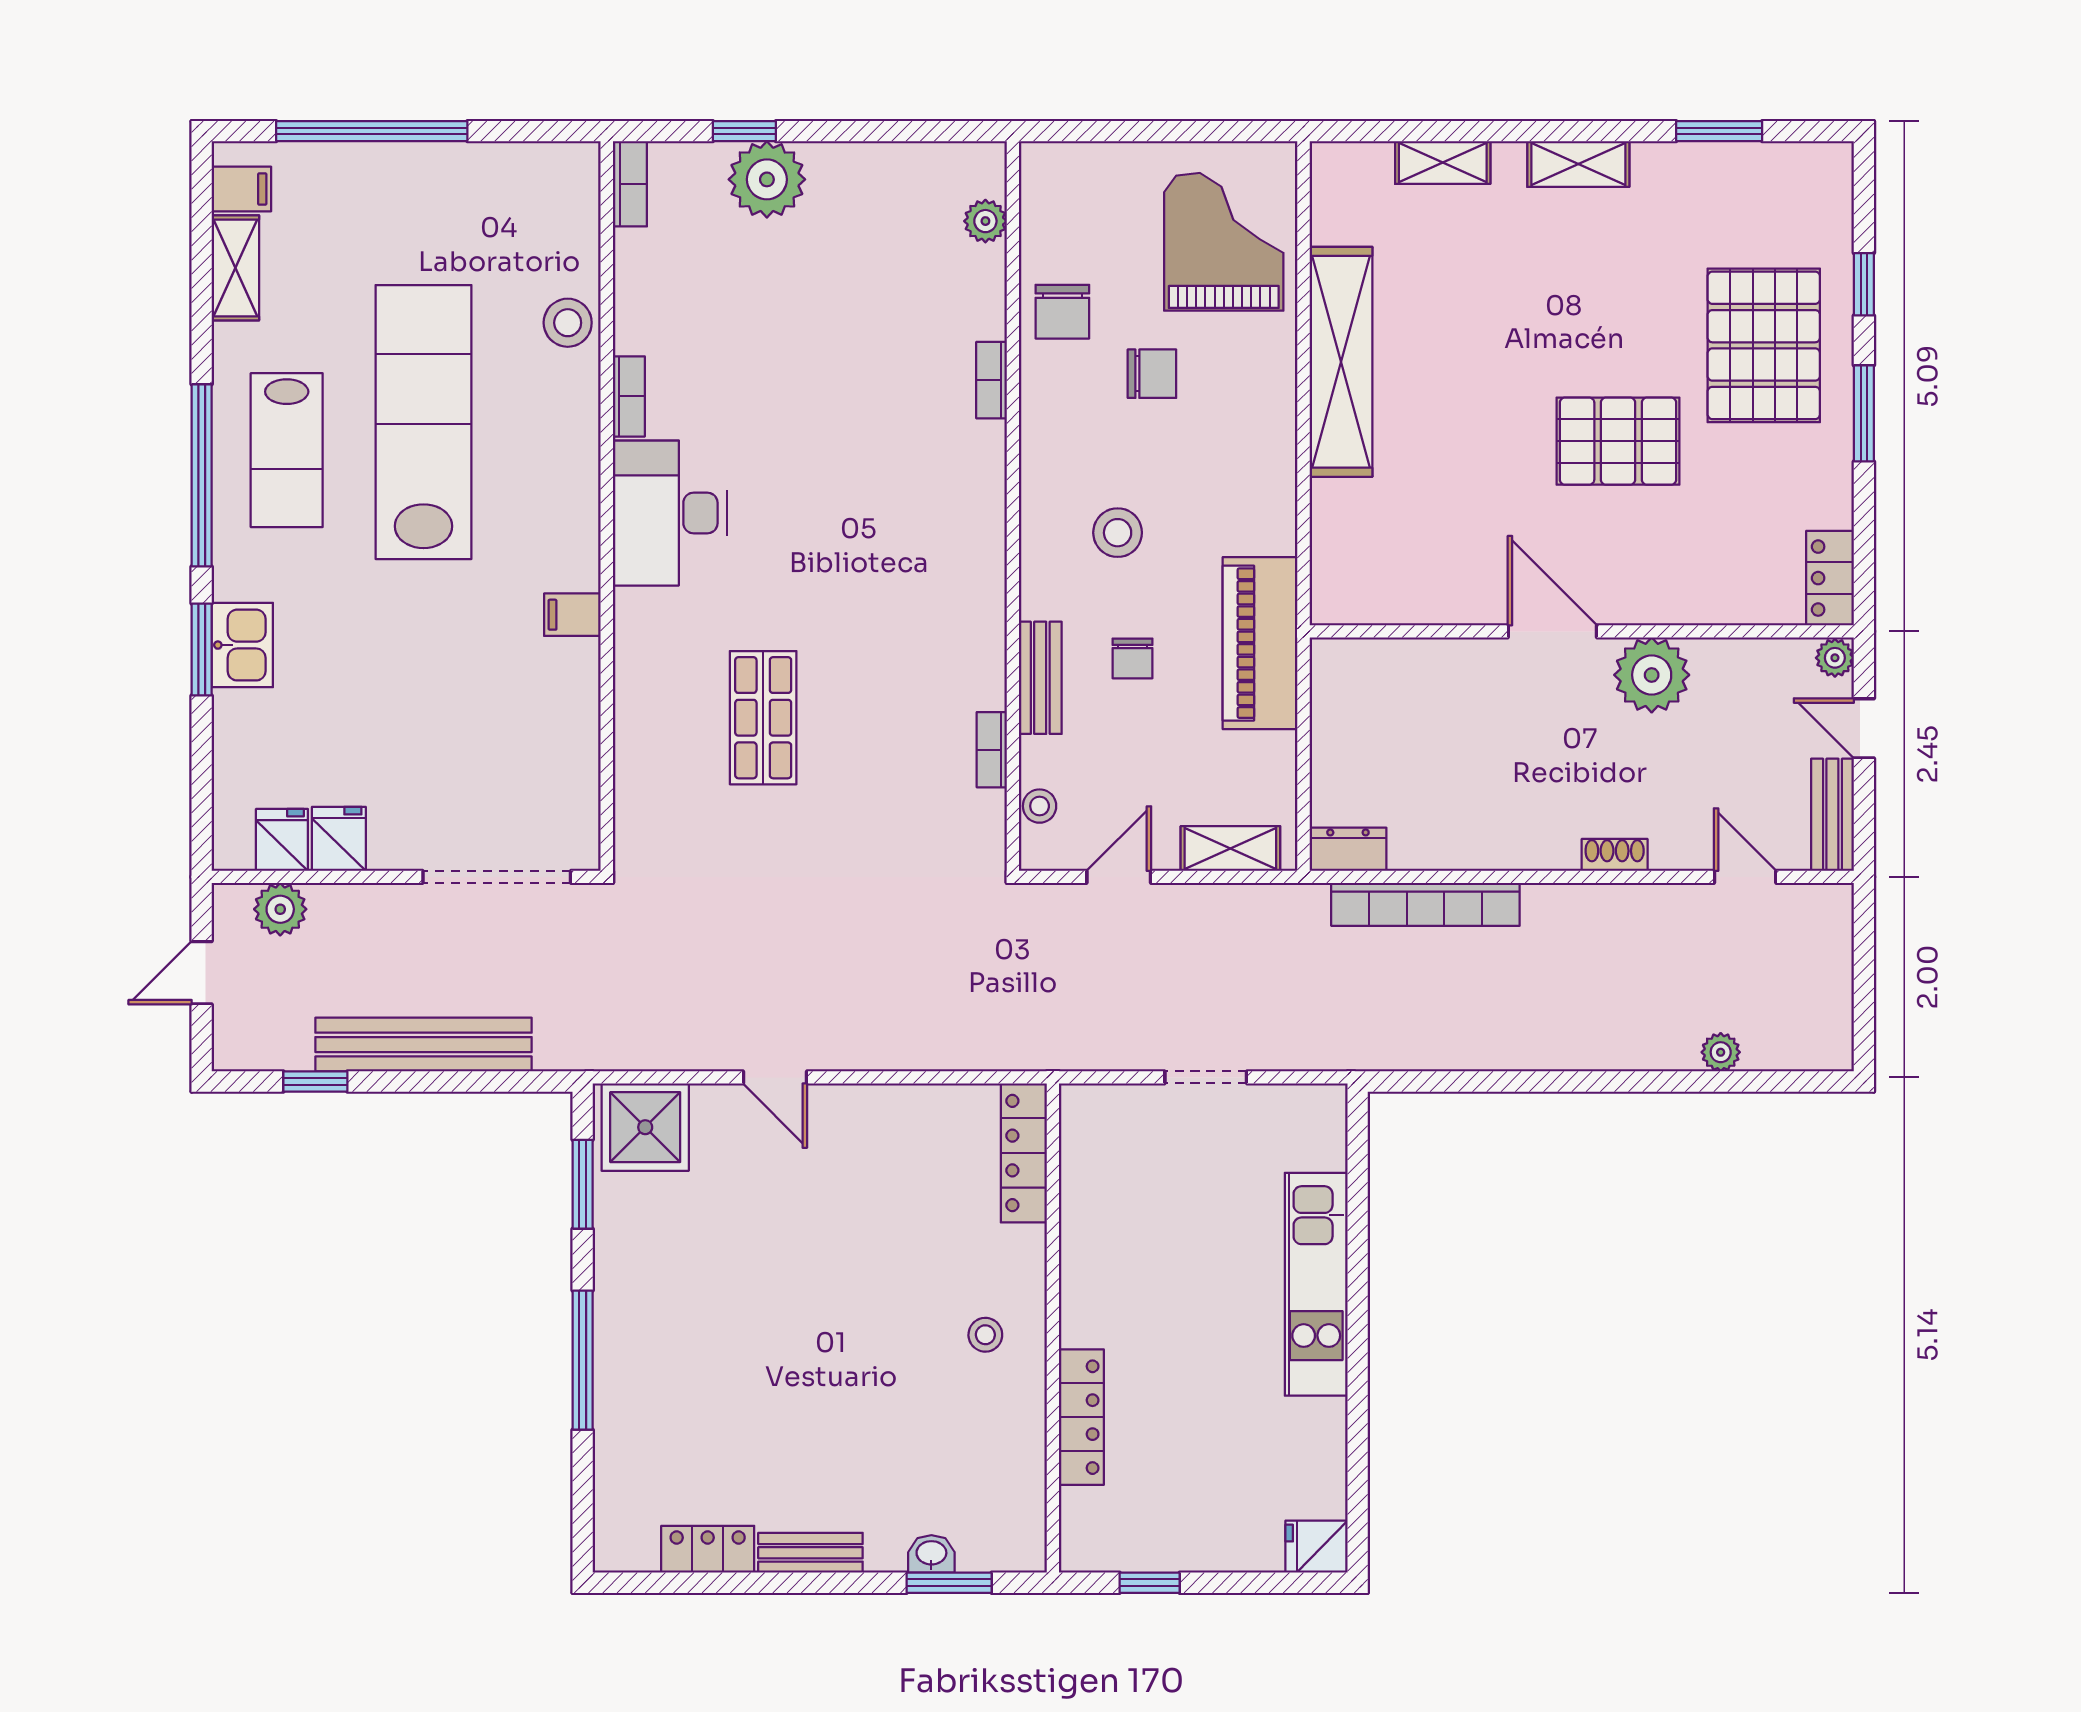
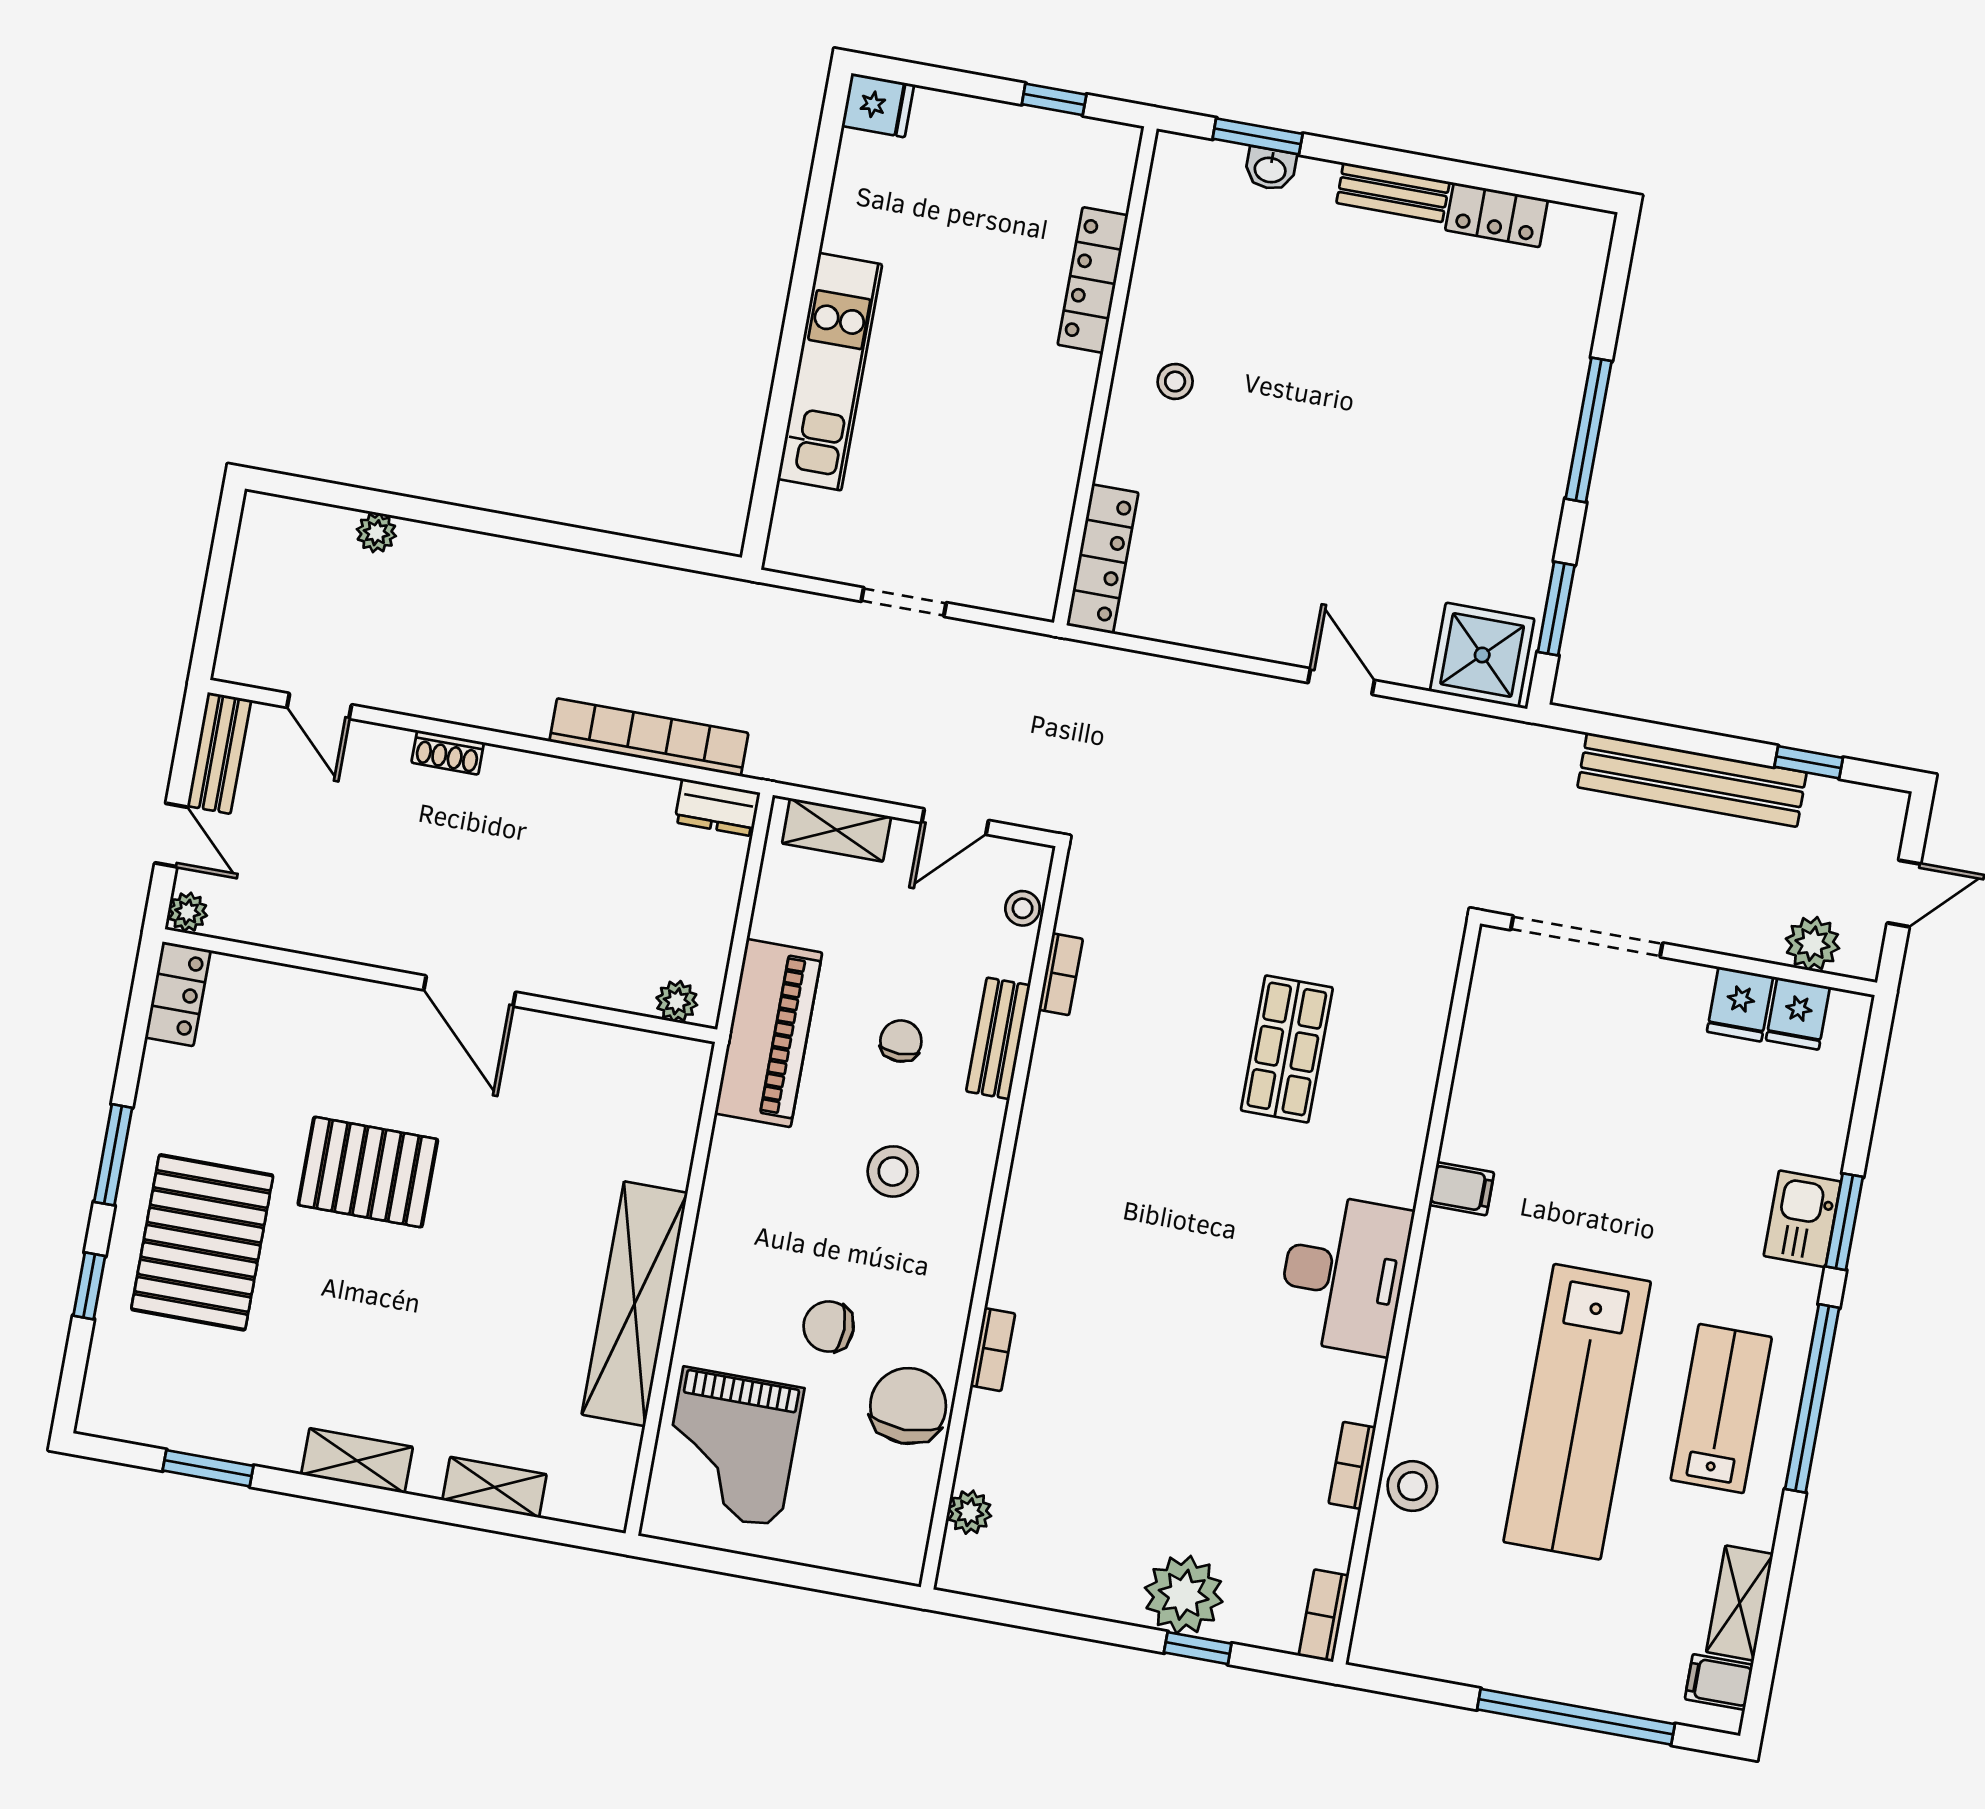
chair: (1062, 312) -> (908, 1406), width x1.37, depth x1.37
bookcase: (629, 396) -> (1352, 1465), moved
plant: (1652, 675) -> (677, 1001), moved, width x0.53, depth x0.53

